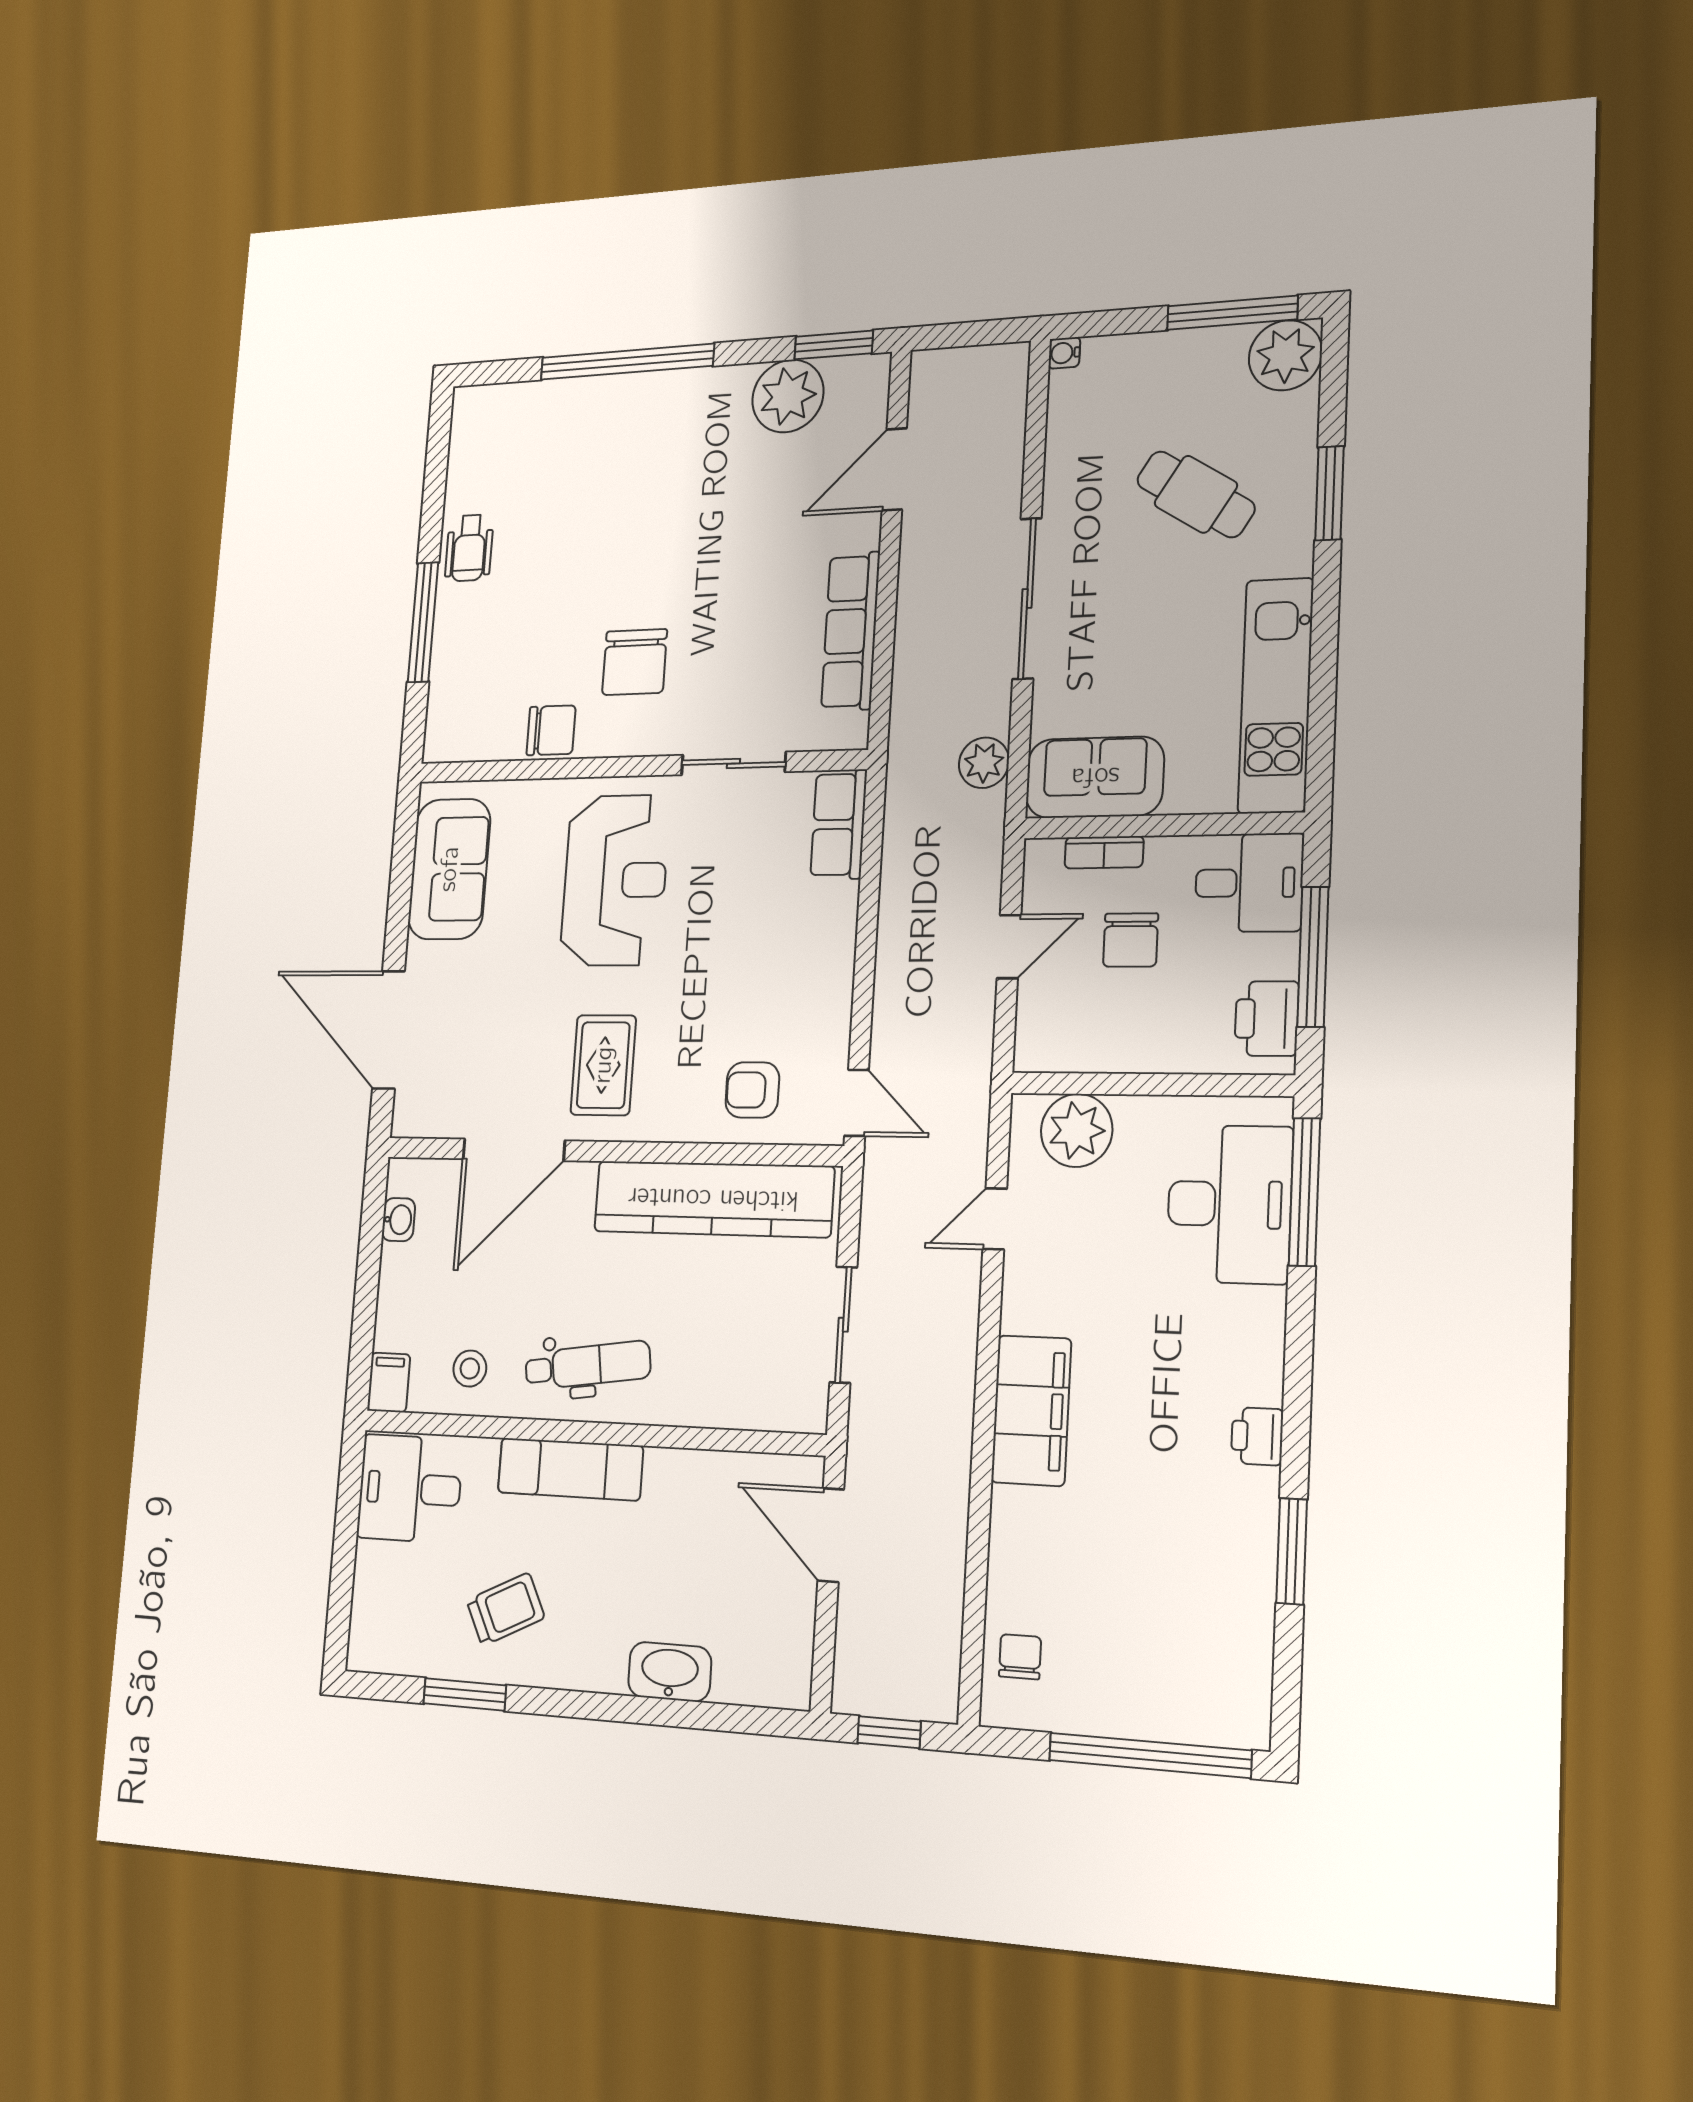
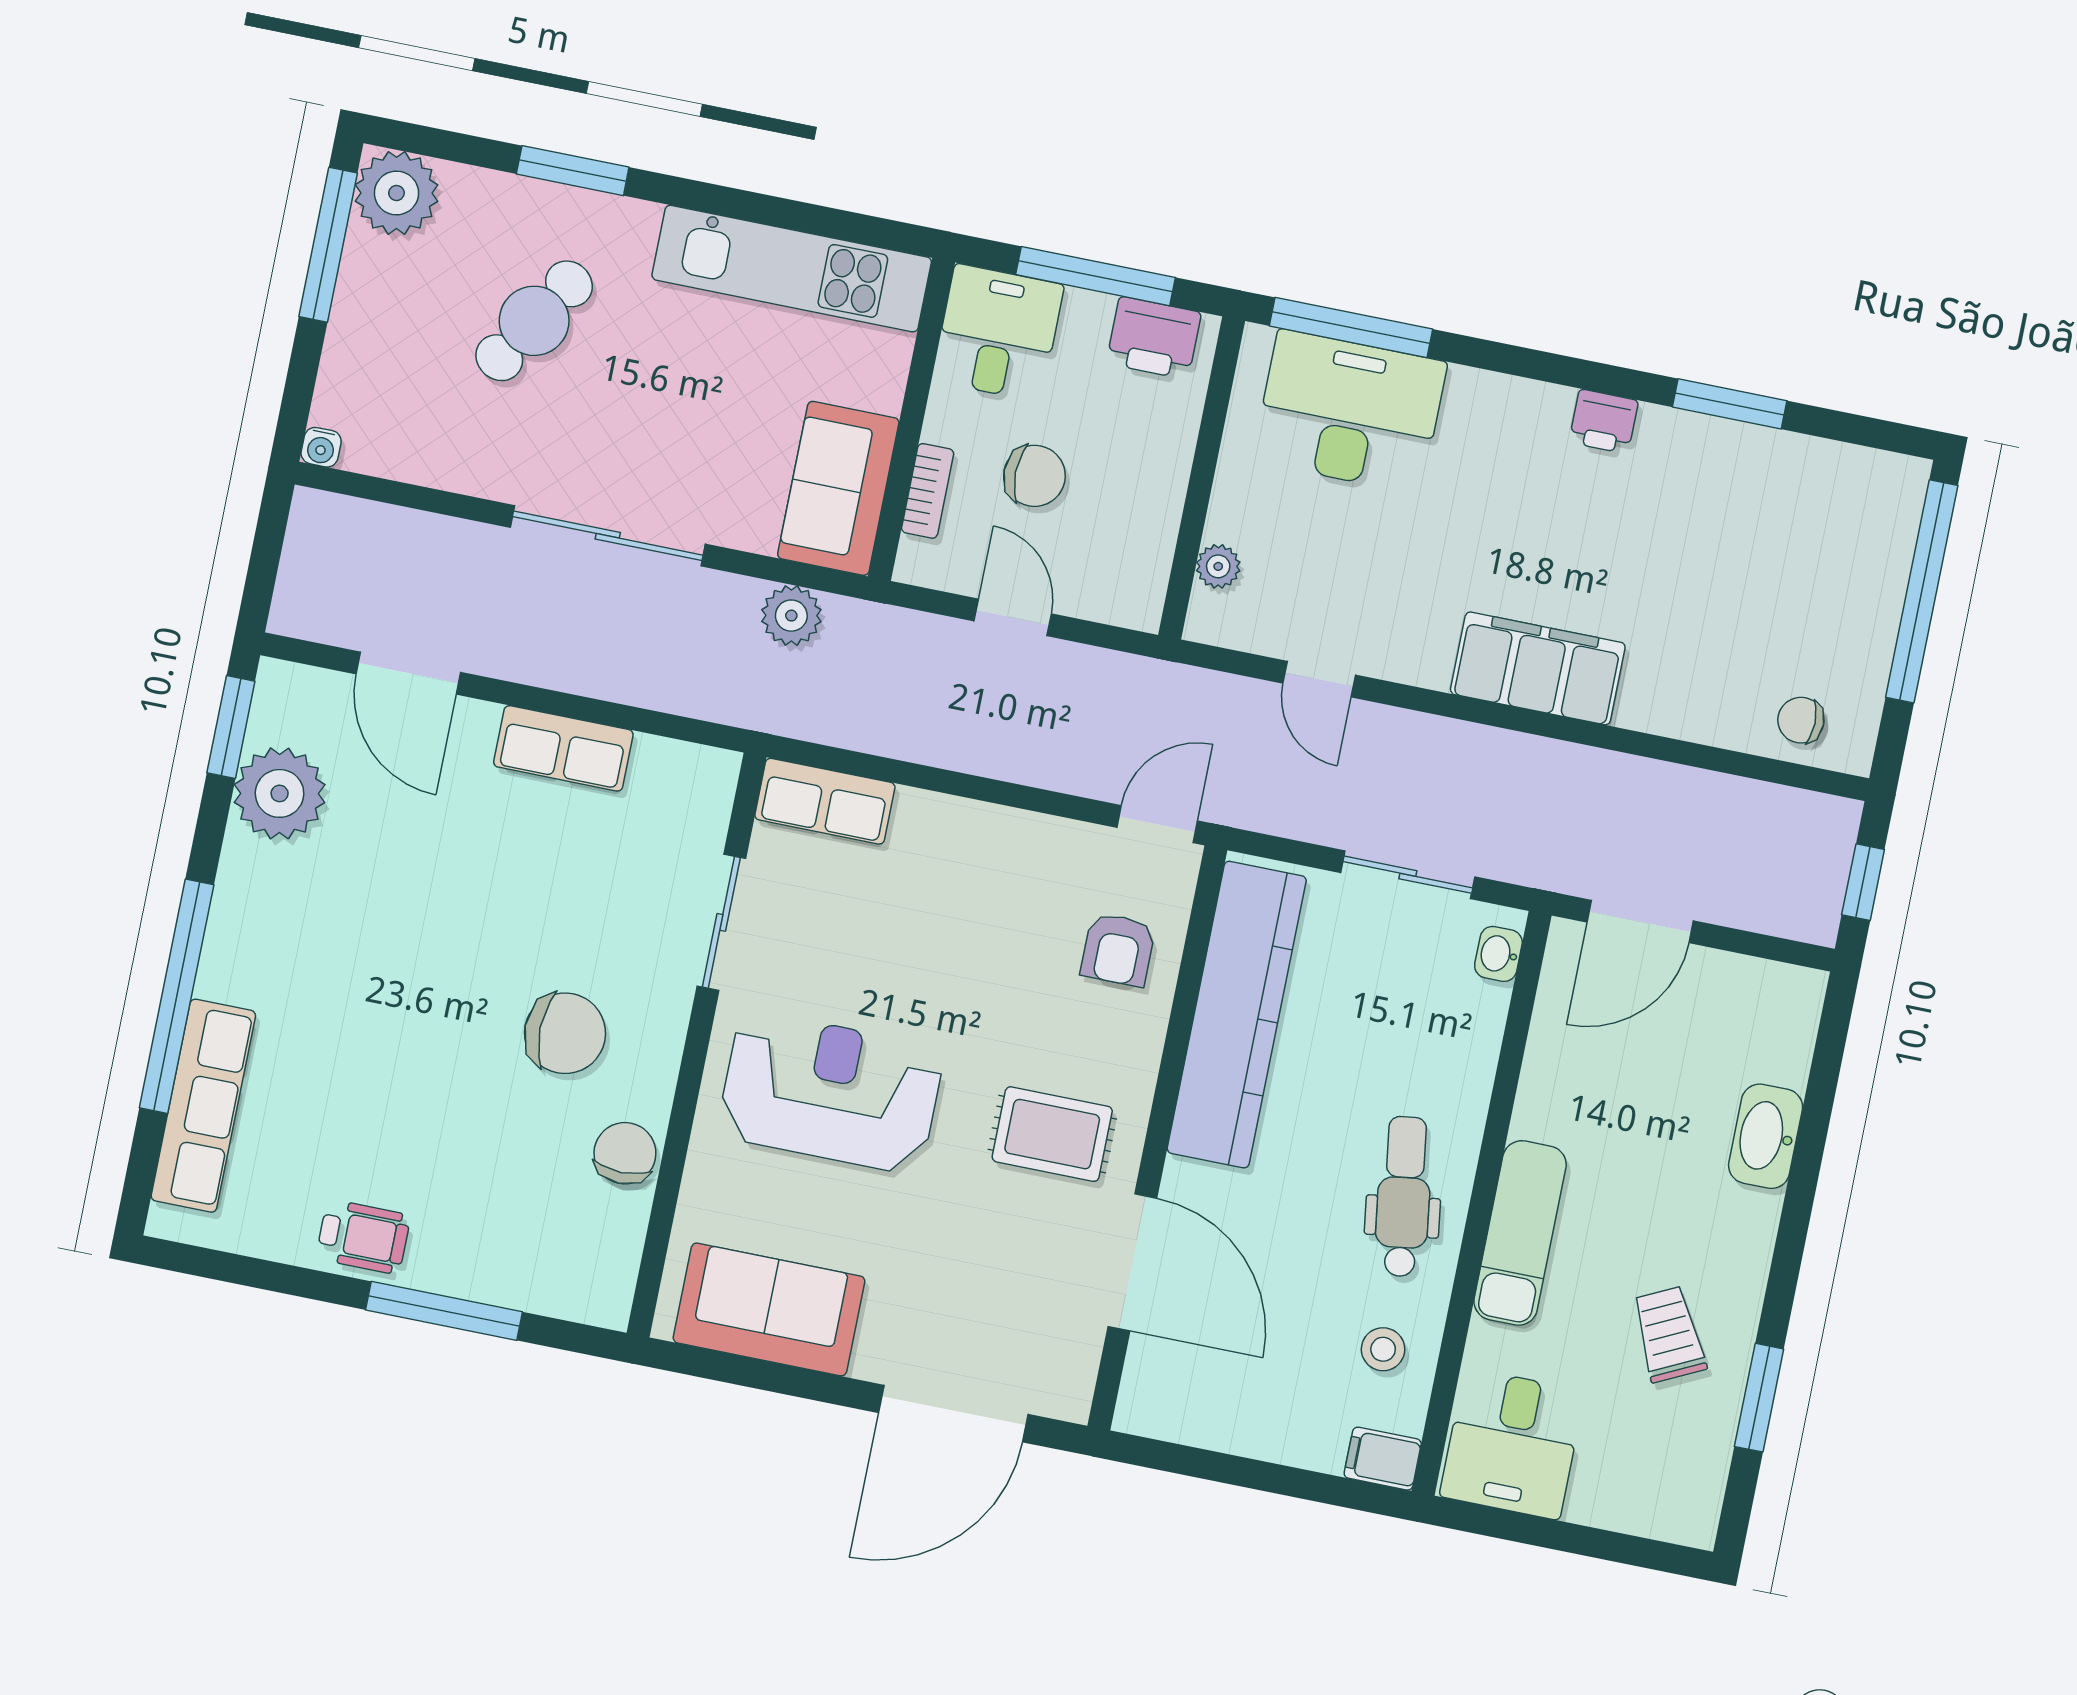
row of seats: (550, 404) -> (203, 1106), added
row of seats: (851, 631) -> (563, 748), width x0.68
plant: (1077, 1130) -> (1218, 566), width x0.53, depth x0.53
washbasin: (398, 1220) -> (1498, 954), moved, turned -90

